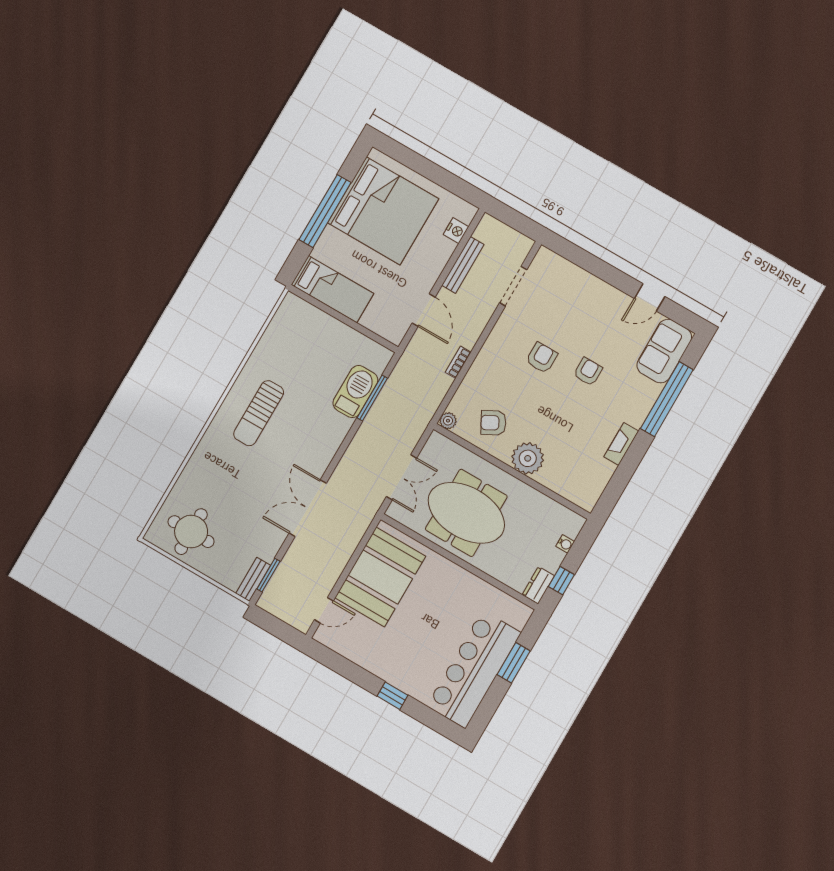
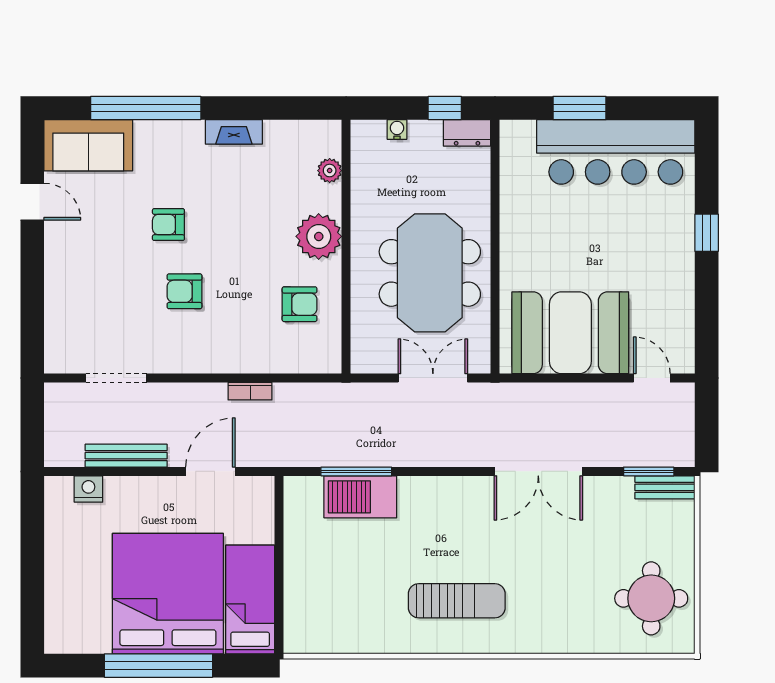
bed: (383, 211) -> (168, 594), moved
plant: (448, 421) -> (330, 171), moved
armchair: (493, 423) -> (300, 304), turned -62

